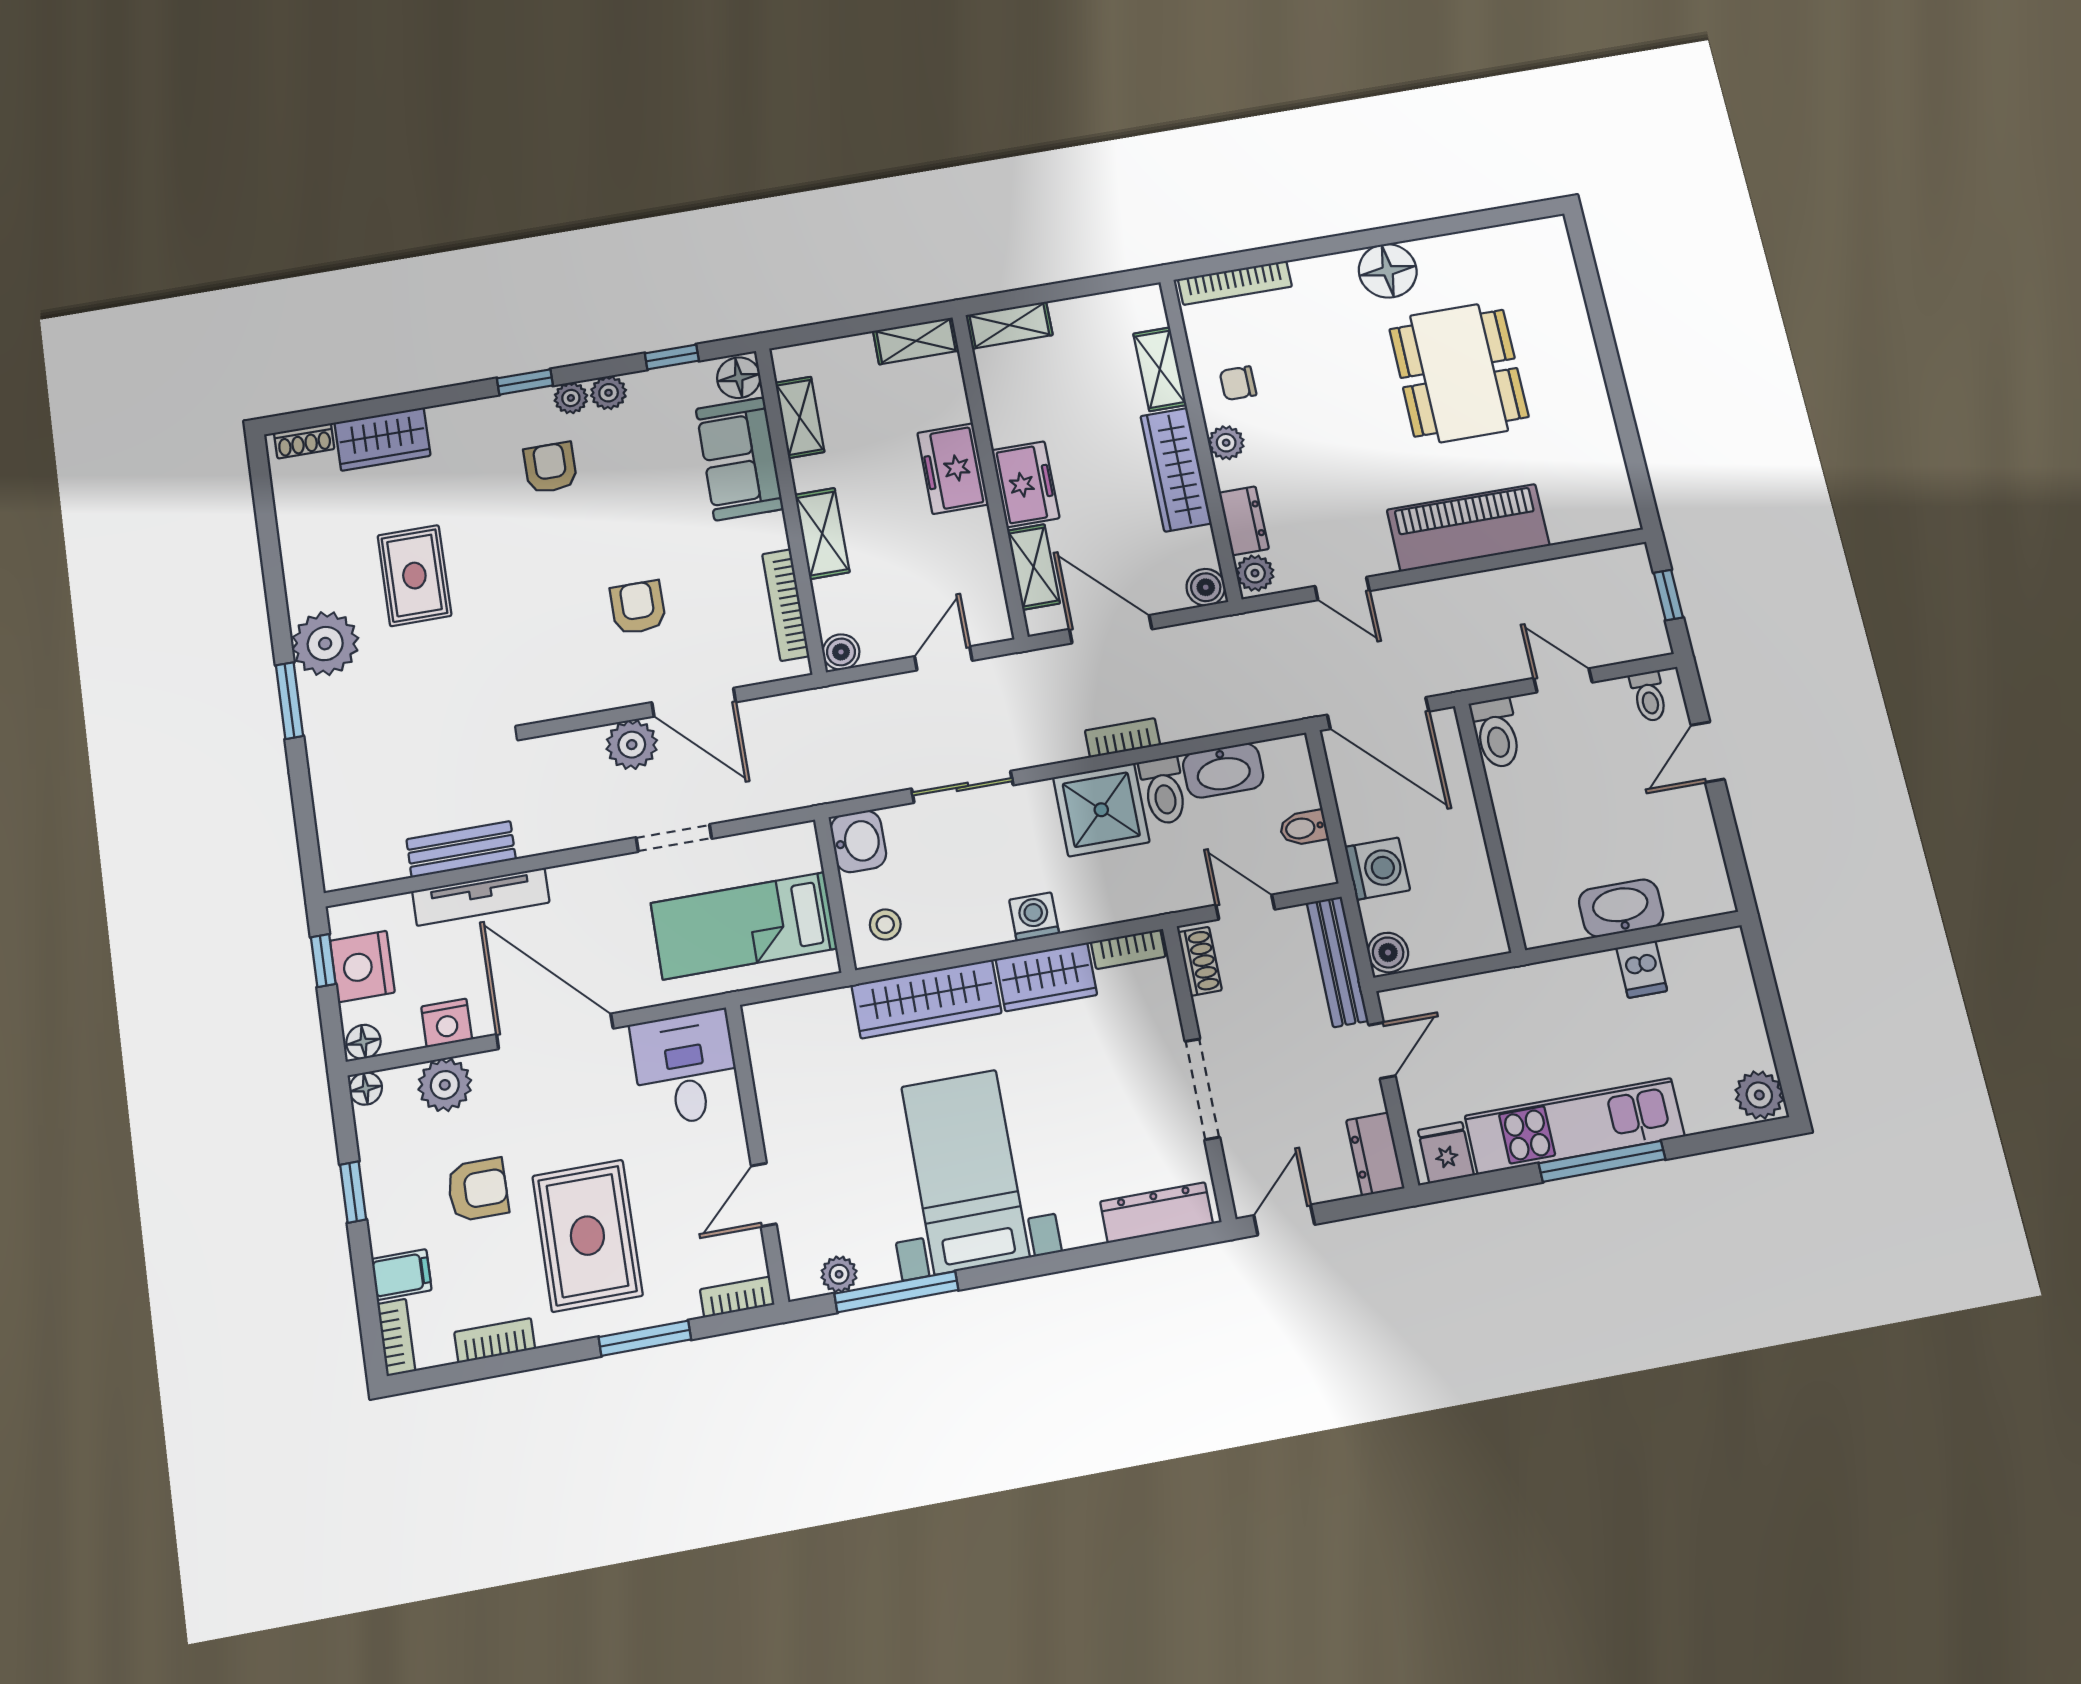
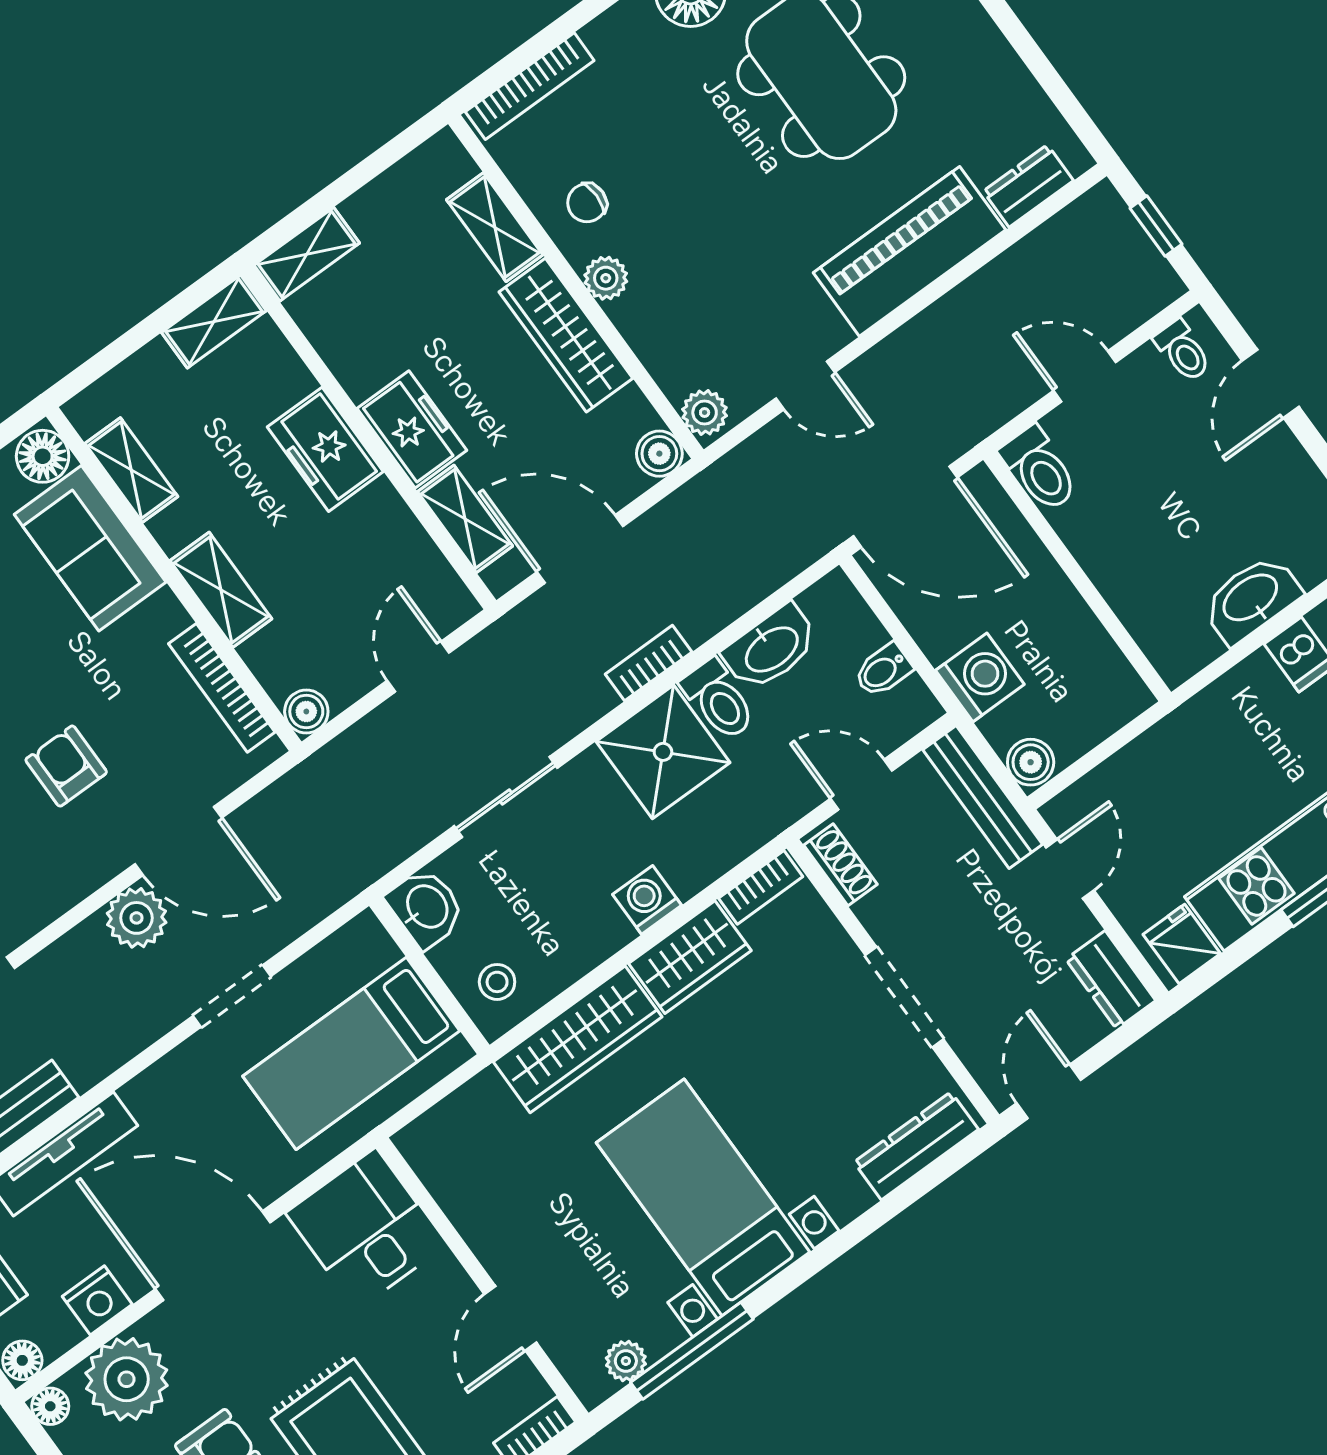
dresser: (1244, 521) -> (1028, 186), moved, turned -90
plant: (445, 1085) -> (127, 1379), width x1.36, depth x1.36

